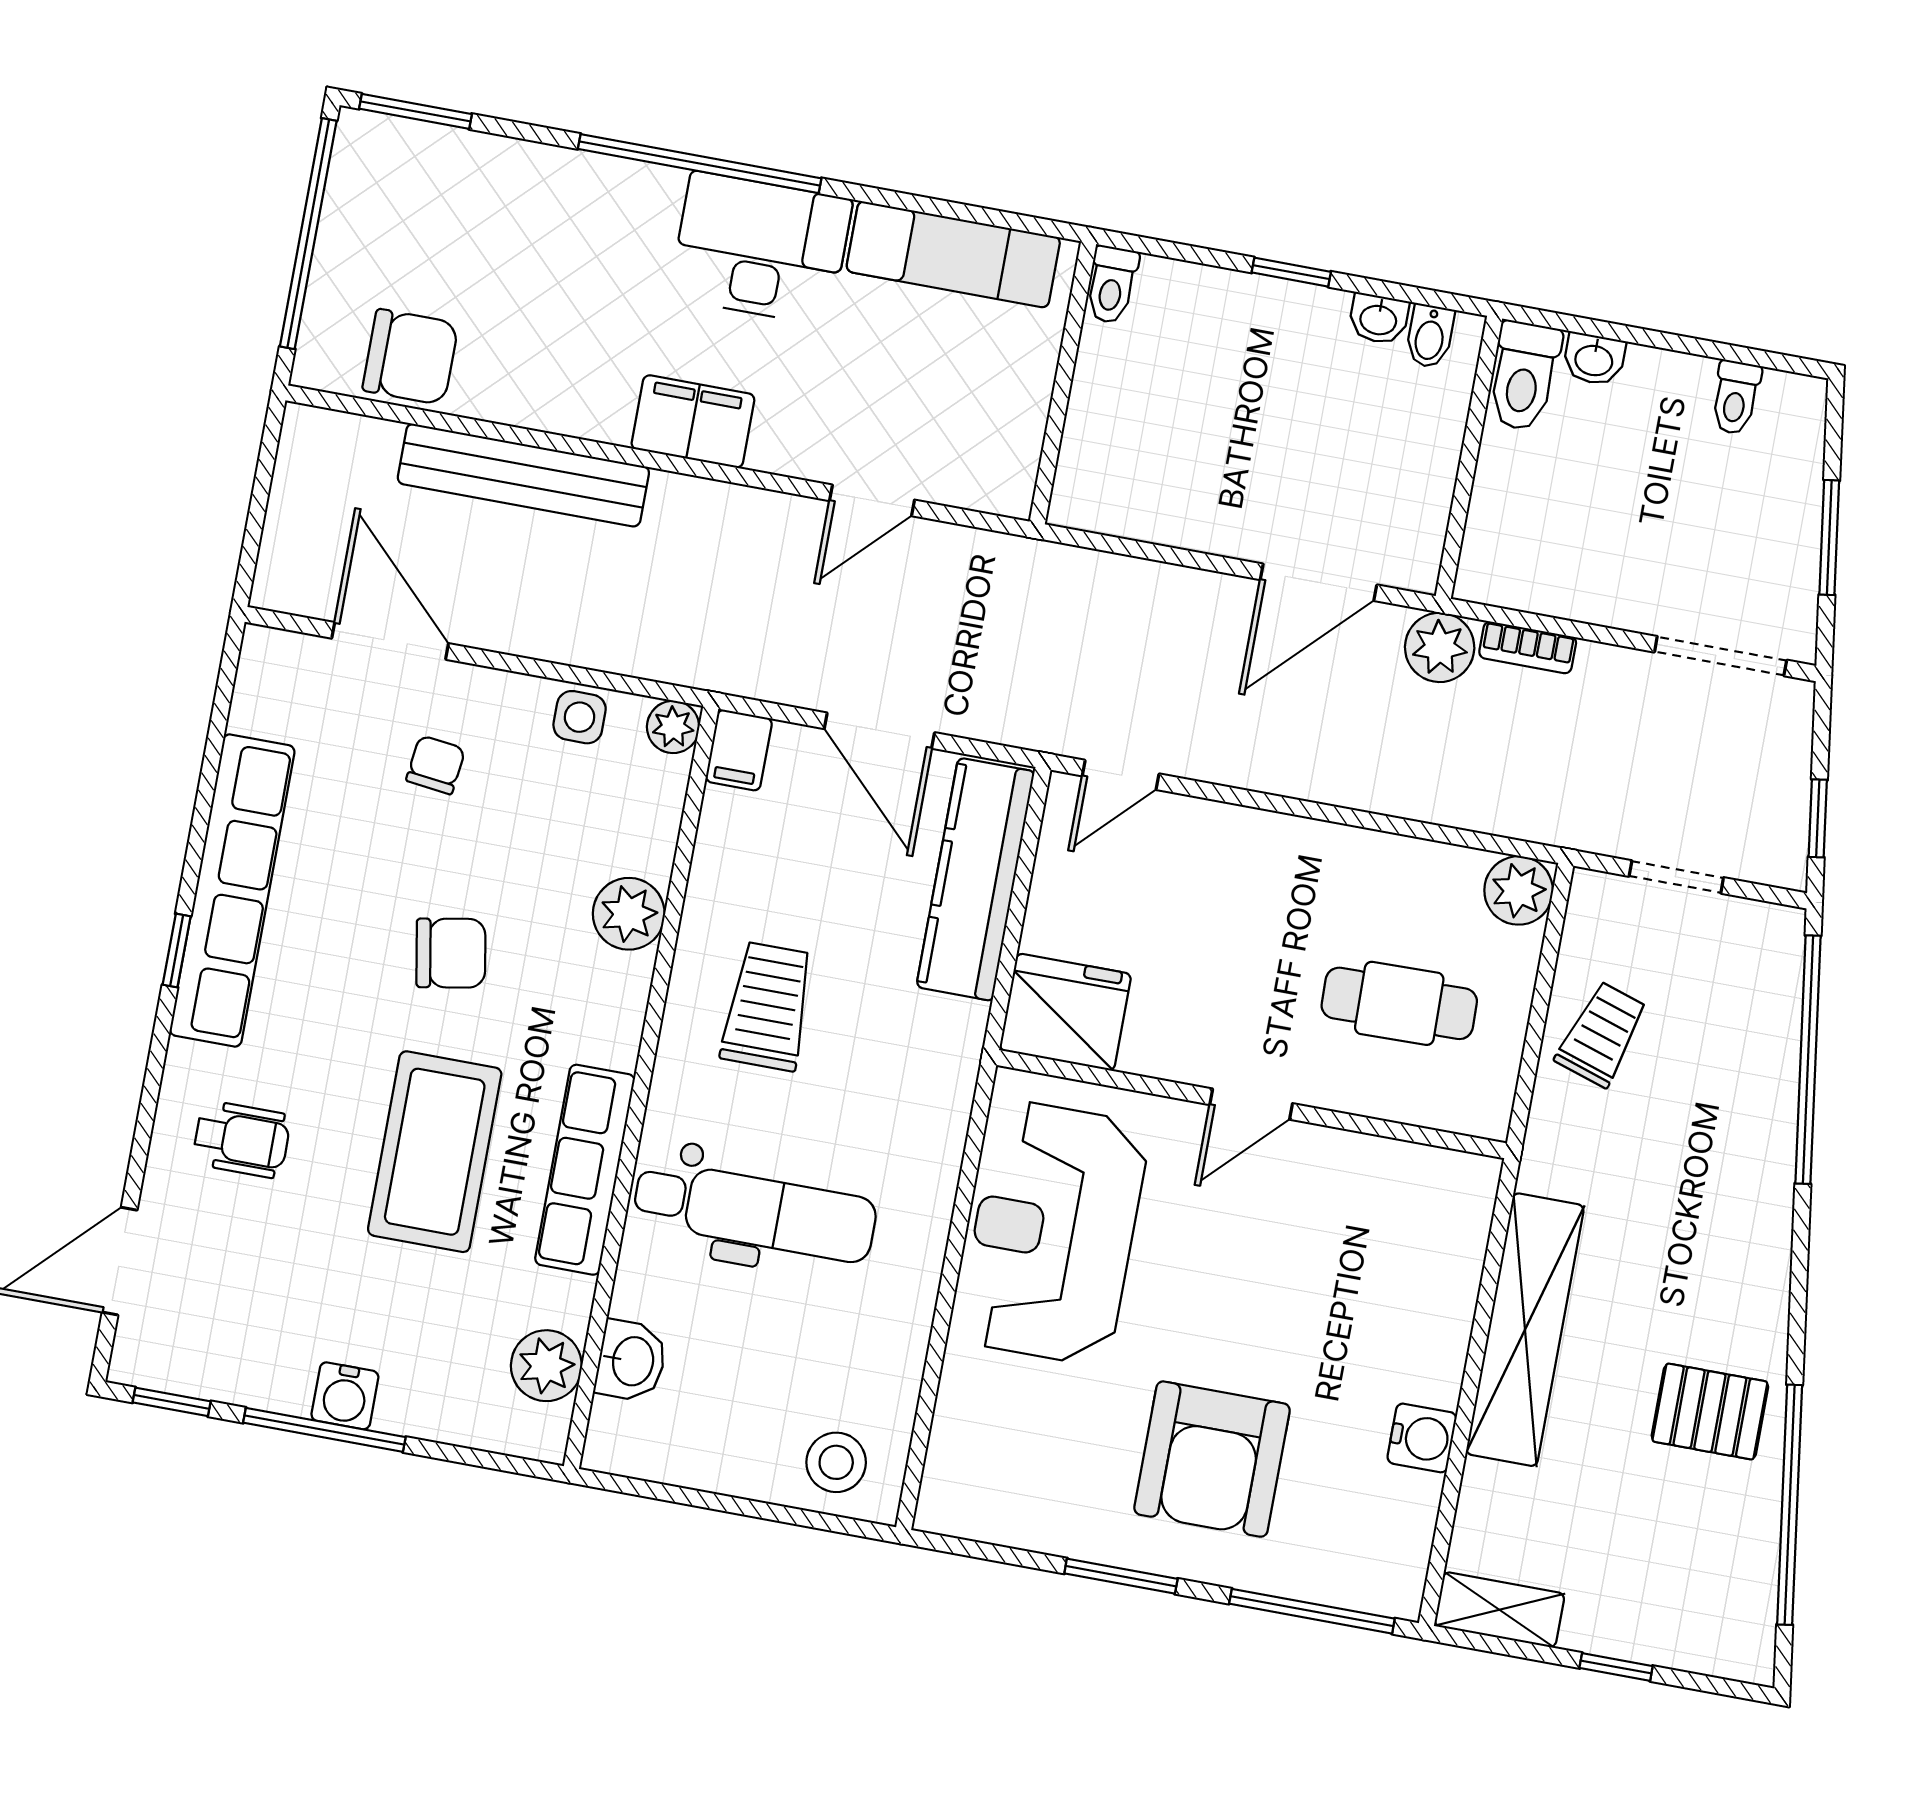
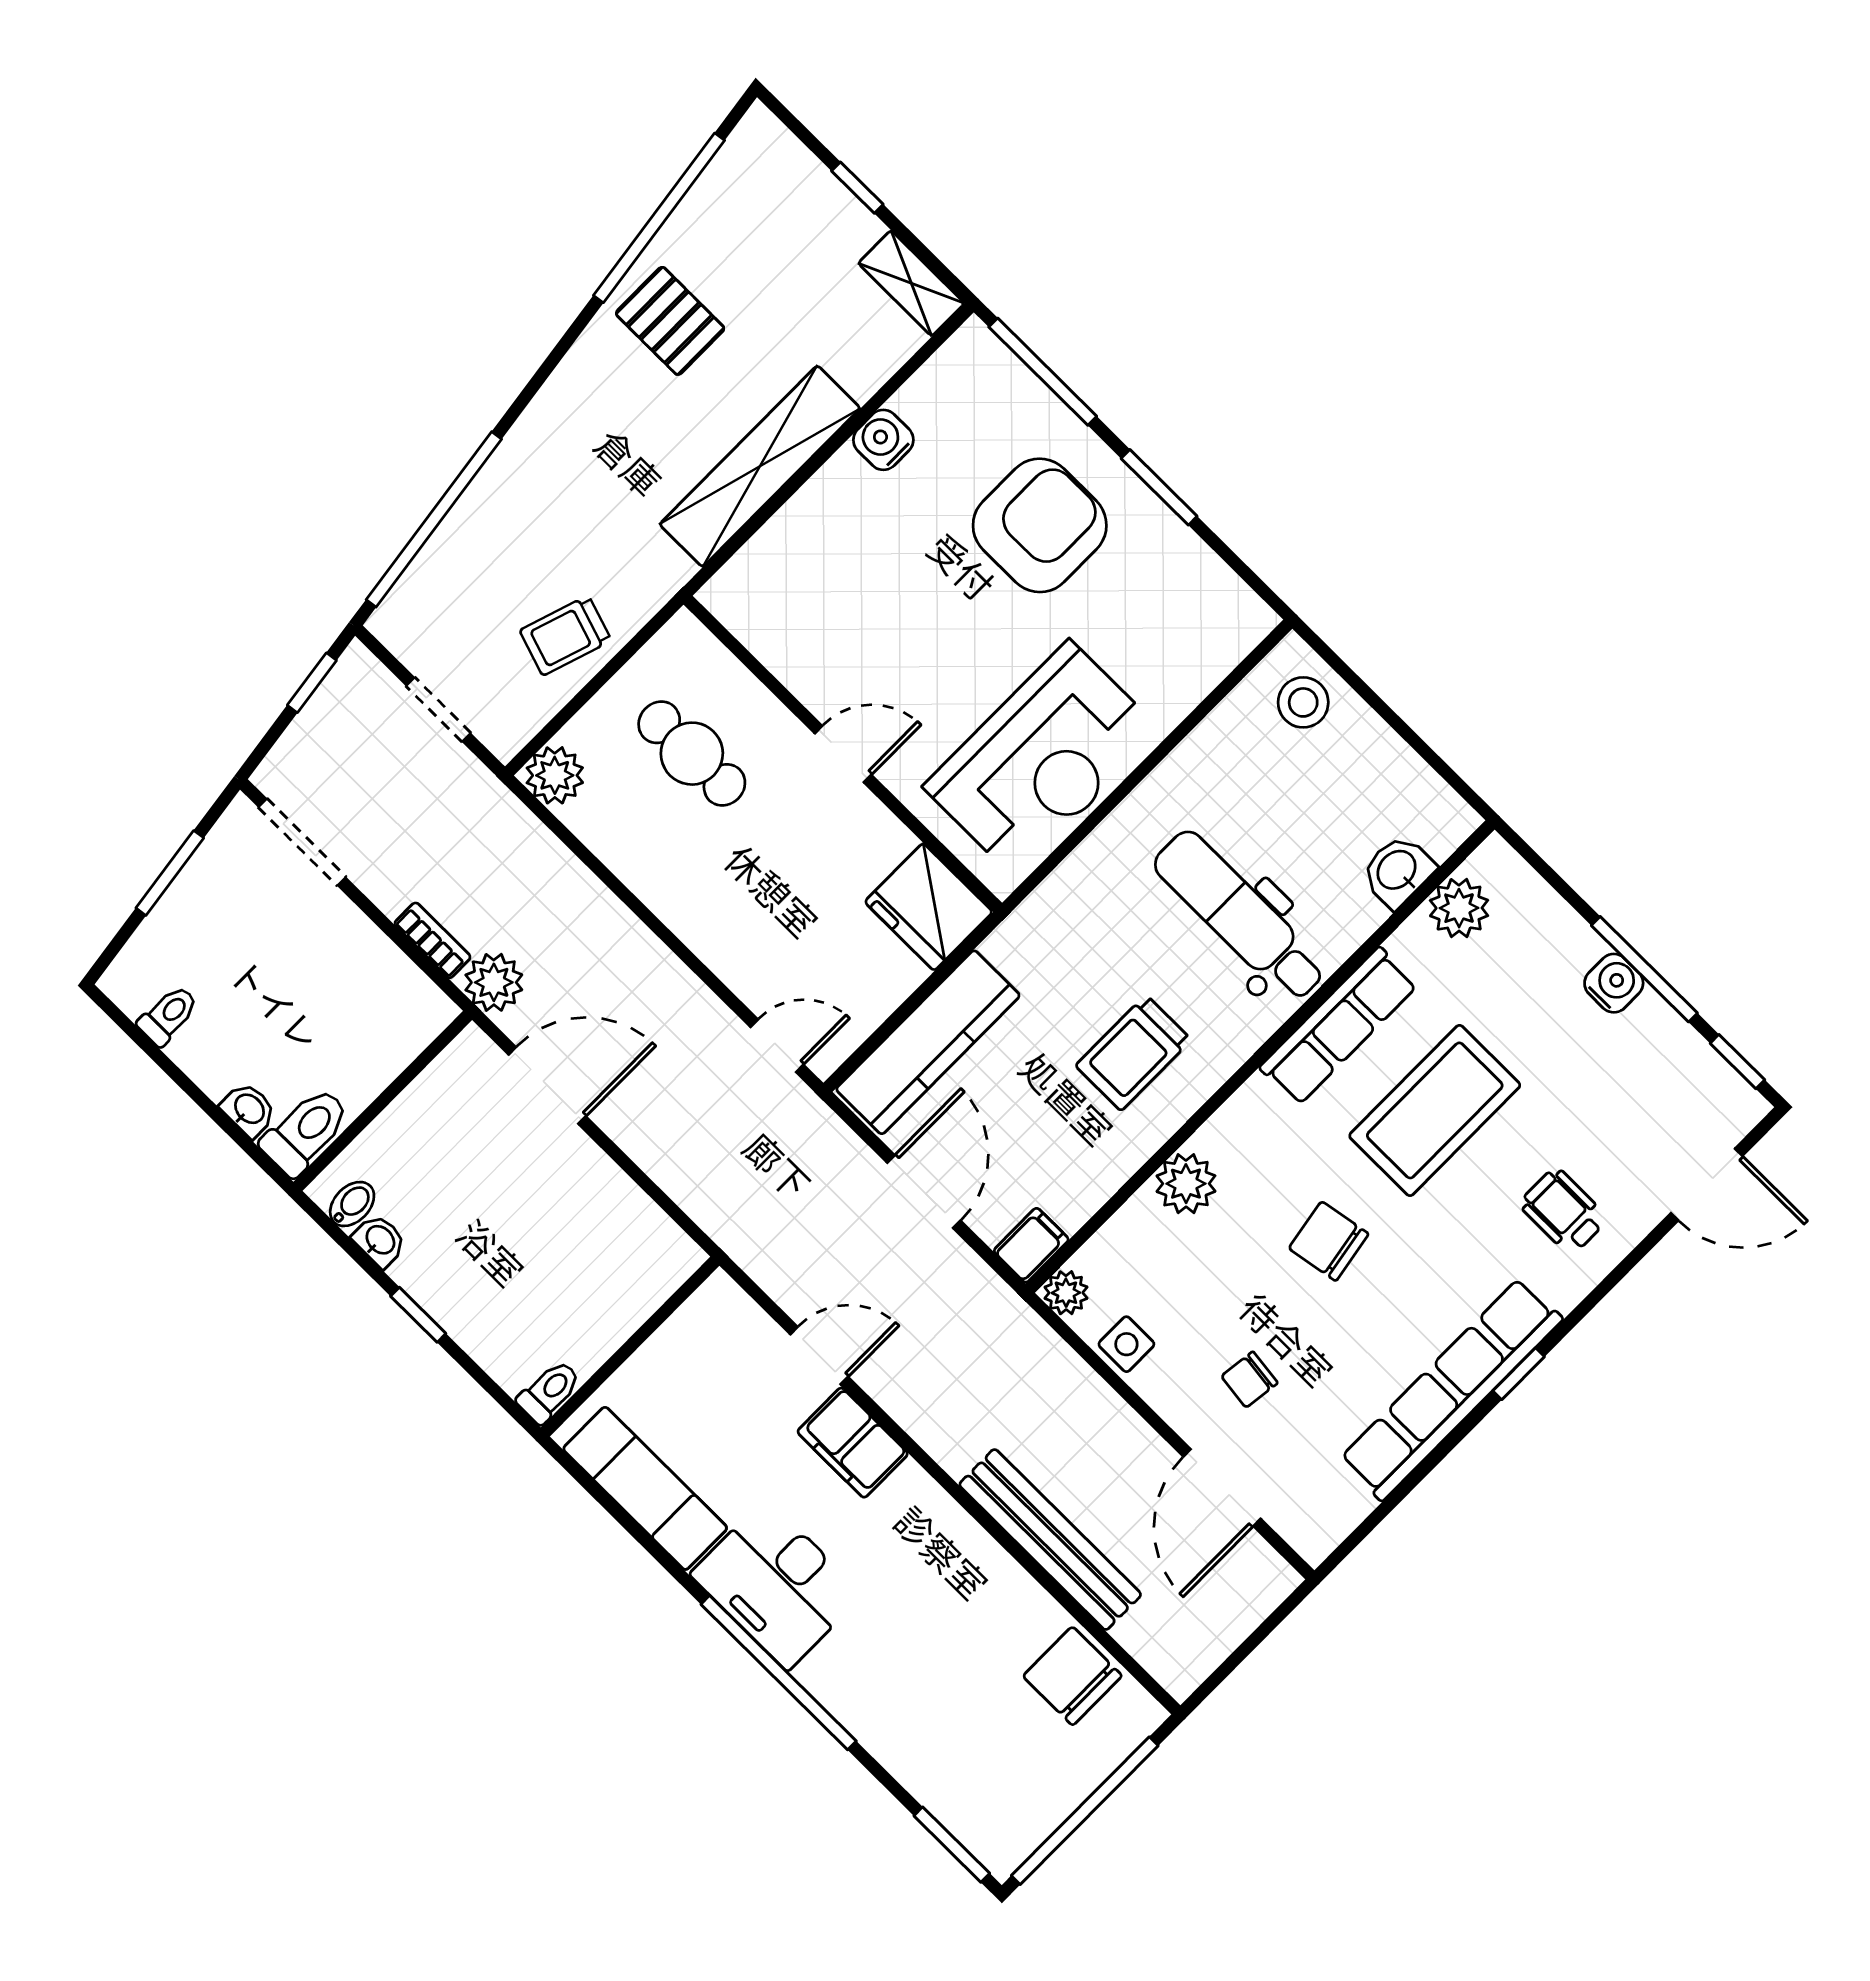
filing cabinet: (693, 422) -> (853, 1443), moved

